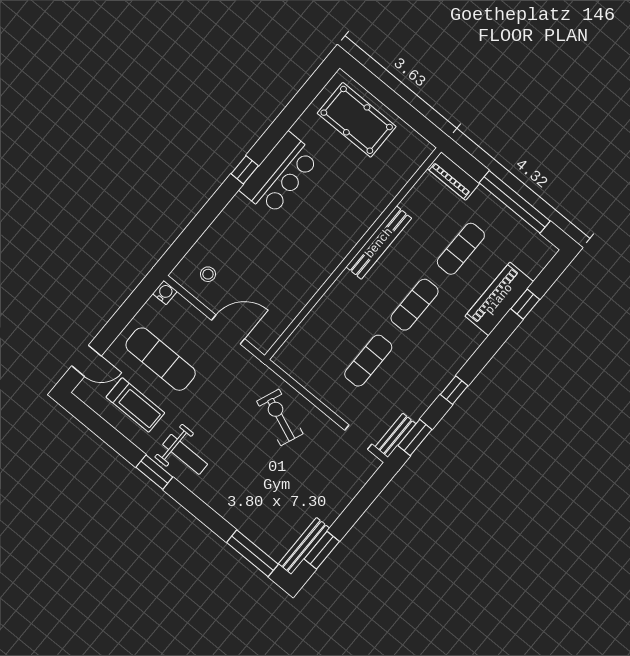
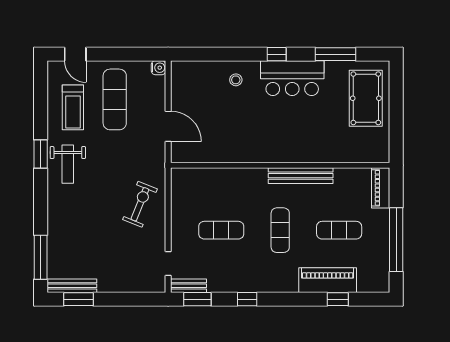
window: (291, 114) -> (336, 54), added
stool: (208, 274) -> (236, 80), moved
exercise mat: (415, 305) -> (280, 230), turned 90

